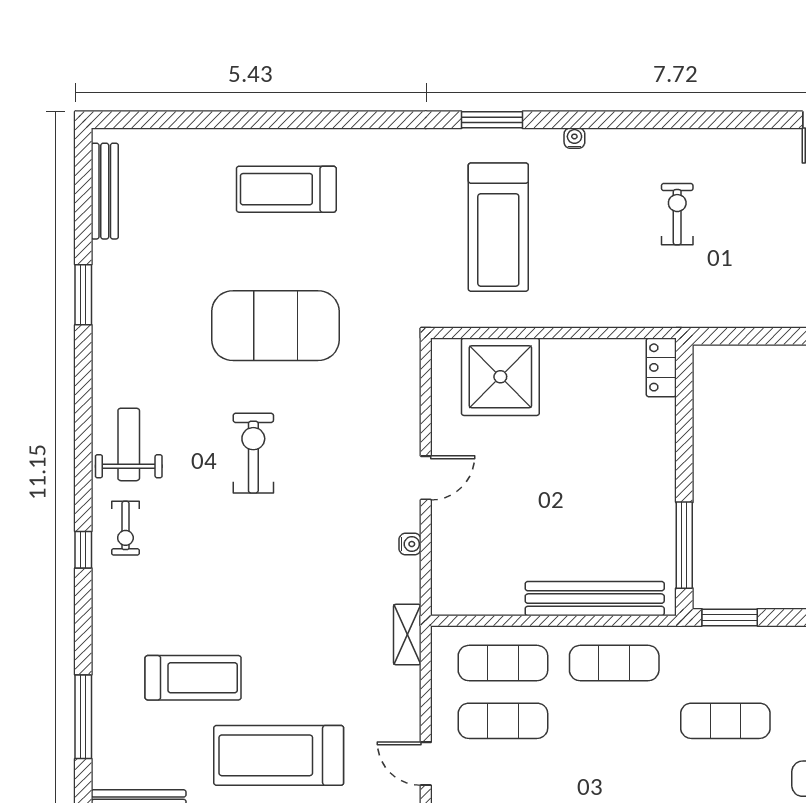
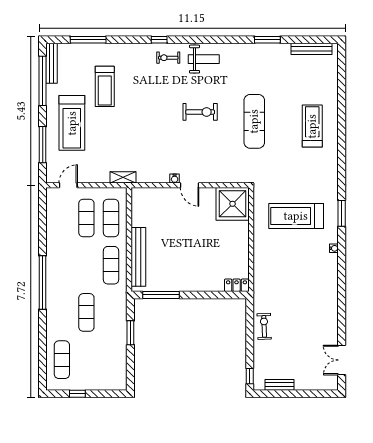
exercise bike: (677, 214) -> (264, 326), moved, turned -92
exercise mat: (275, 326) -> (254, 121), width x0.68
shower: (500, 377) -> (233, 204), moved
water cooler: (410, 544) -> (175, 179), moved
window: (730, 617) -> (130, 333), moved
treadmill: (279, 755) -> (72, 123), turned 180

